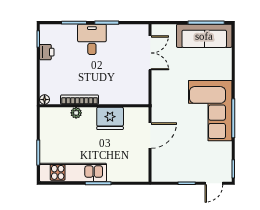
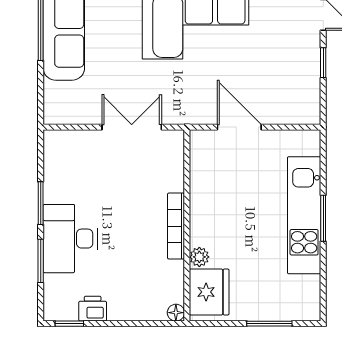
desk: (92, 39) -> (70, 239), width x1.37
double door: (150, 53) -> (132, 127), moved
bookcase: (80, 100) -> (176, 226), moved
fridge: (110, 118) -> (209, 292), moved
kitchen unit: (73, 172) -> (304, 215), moved

